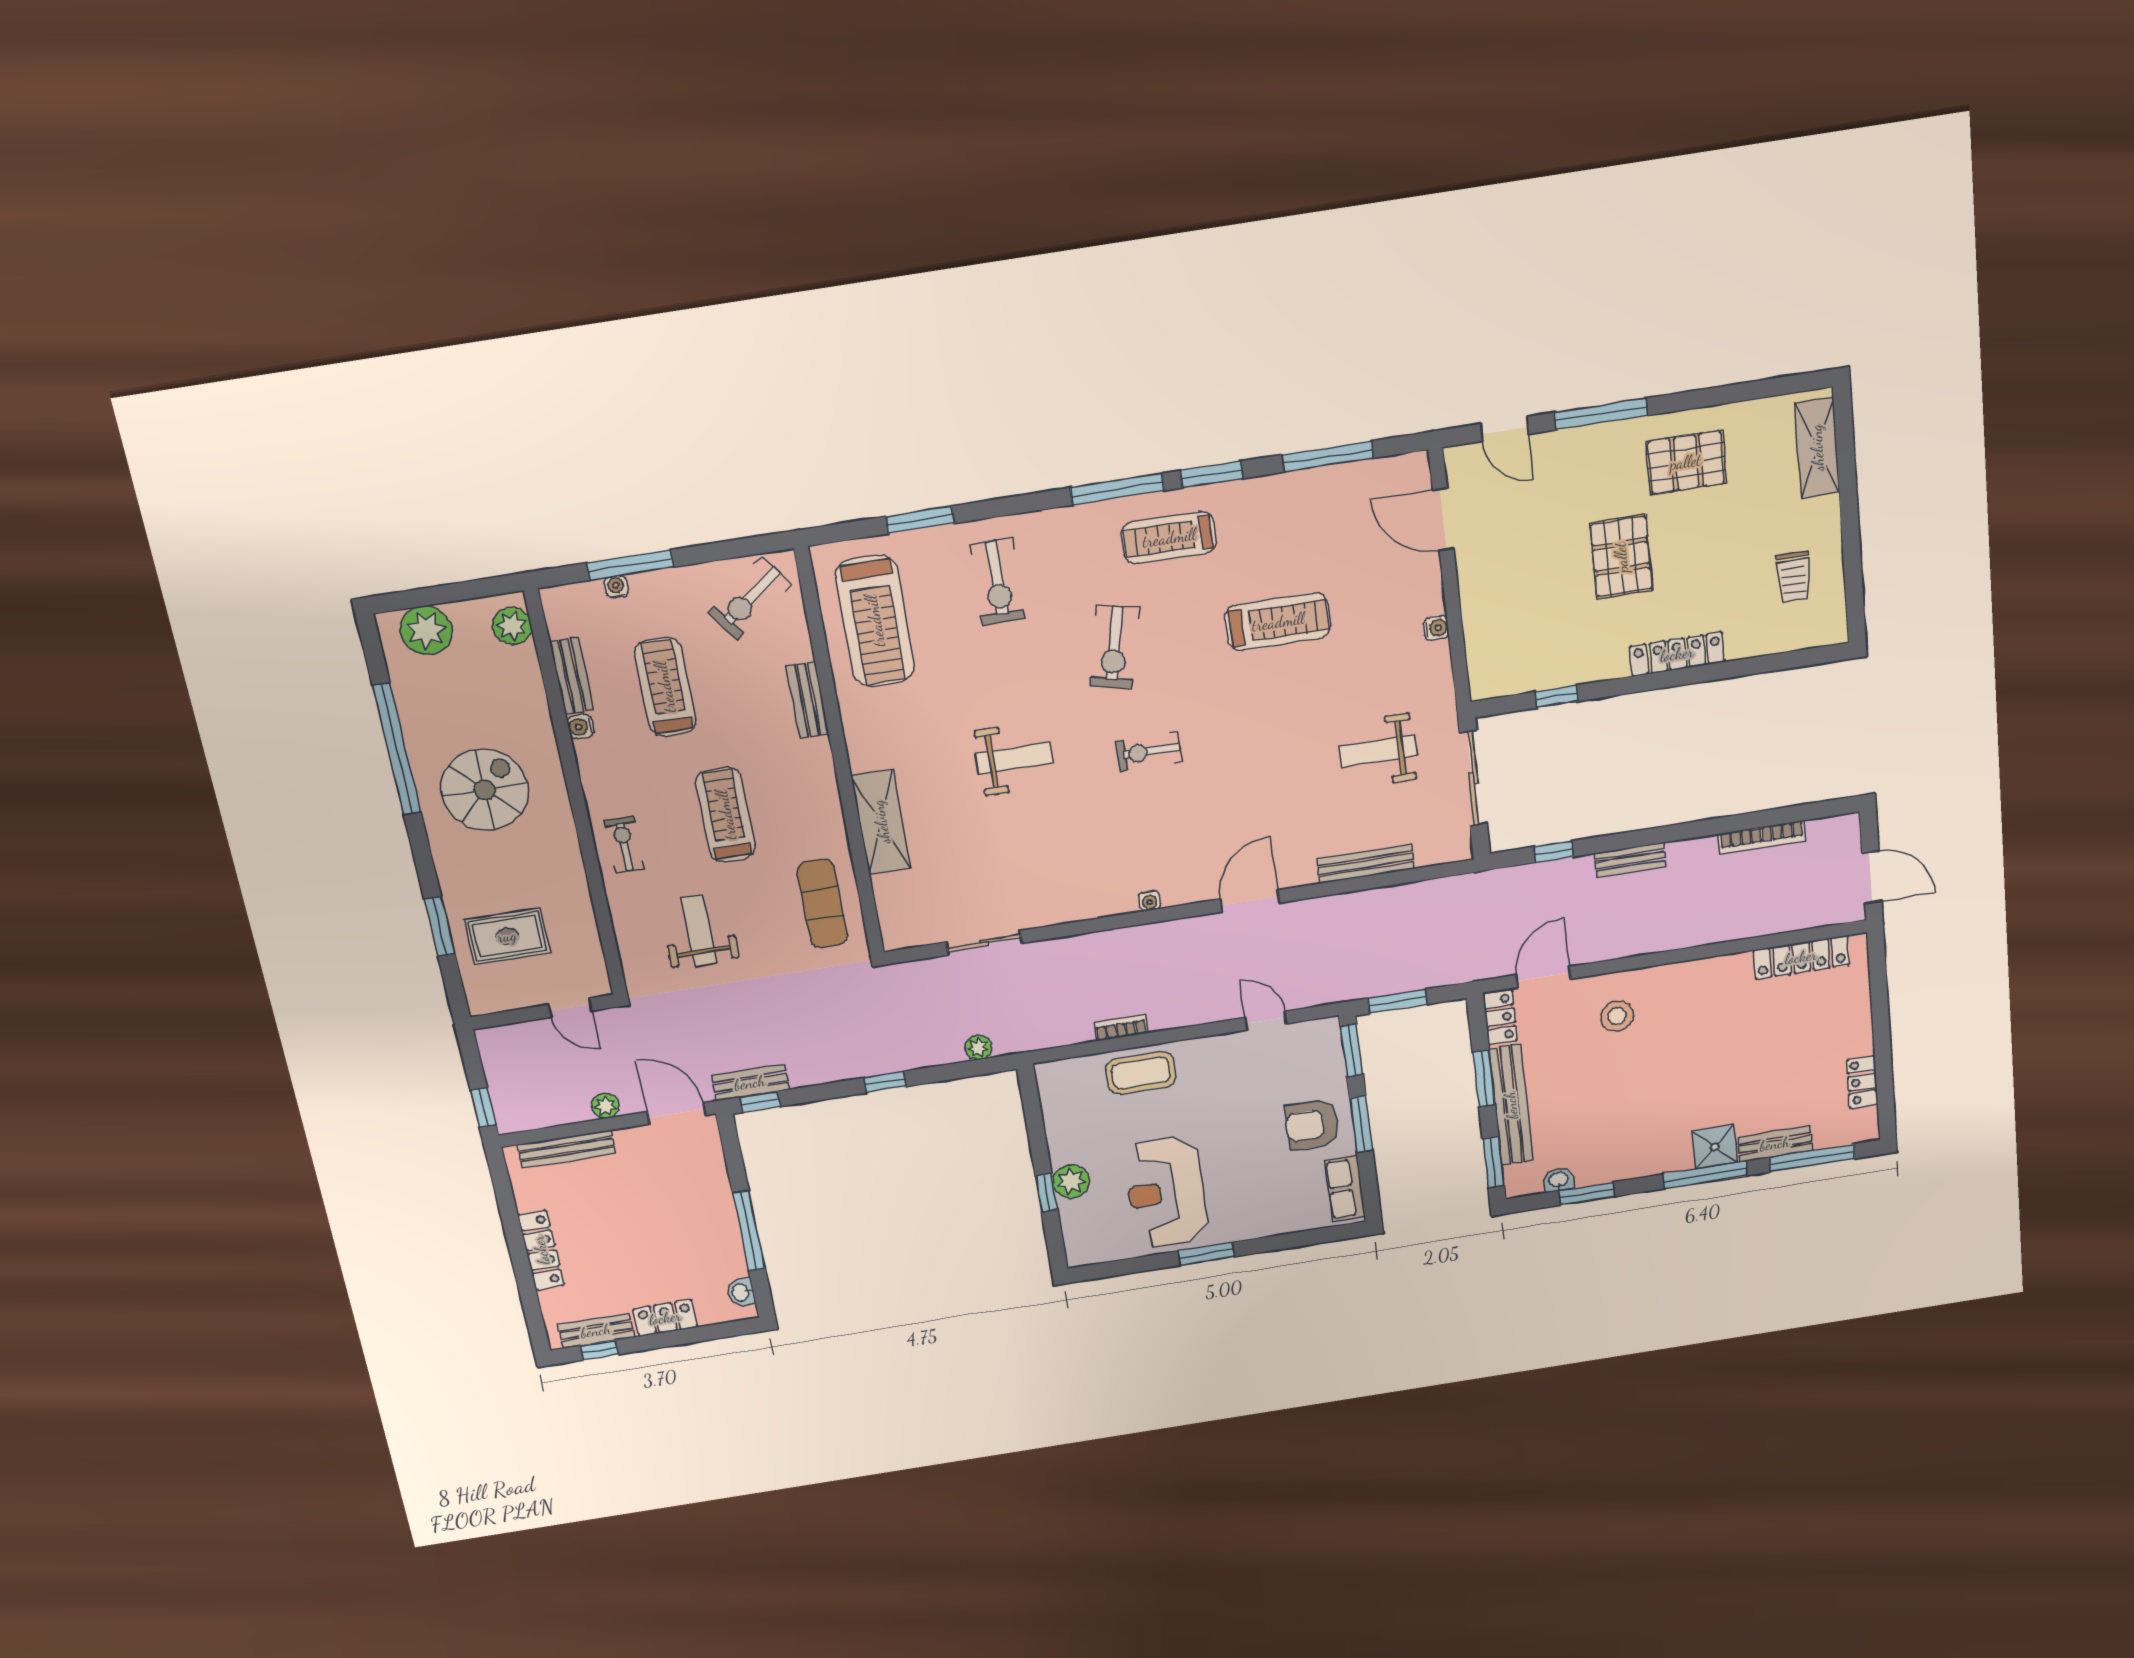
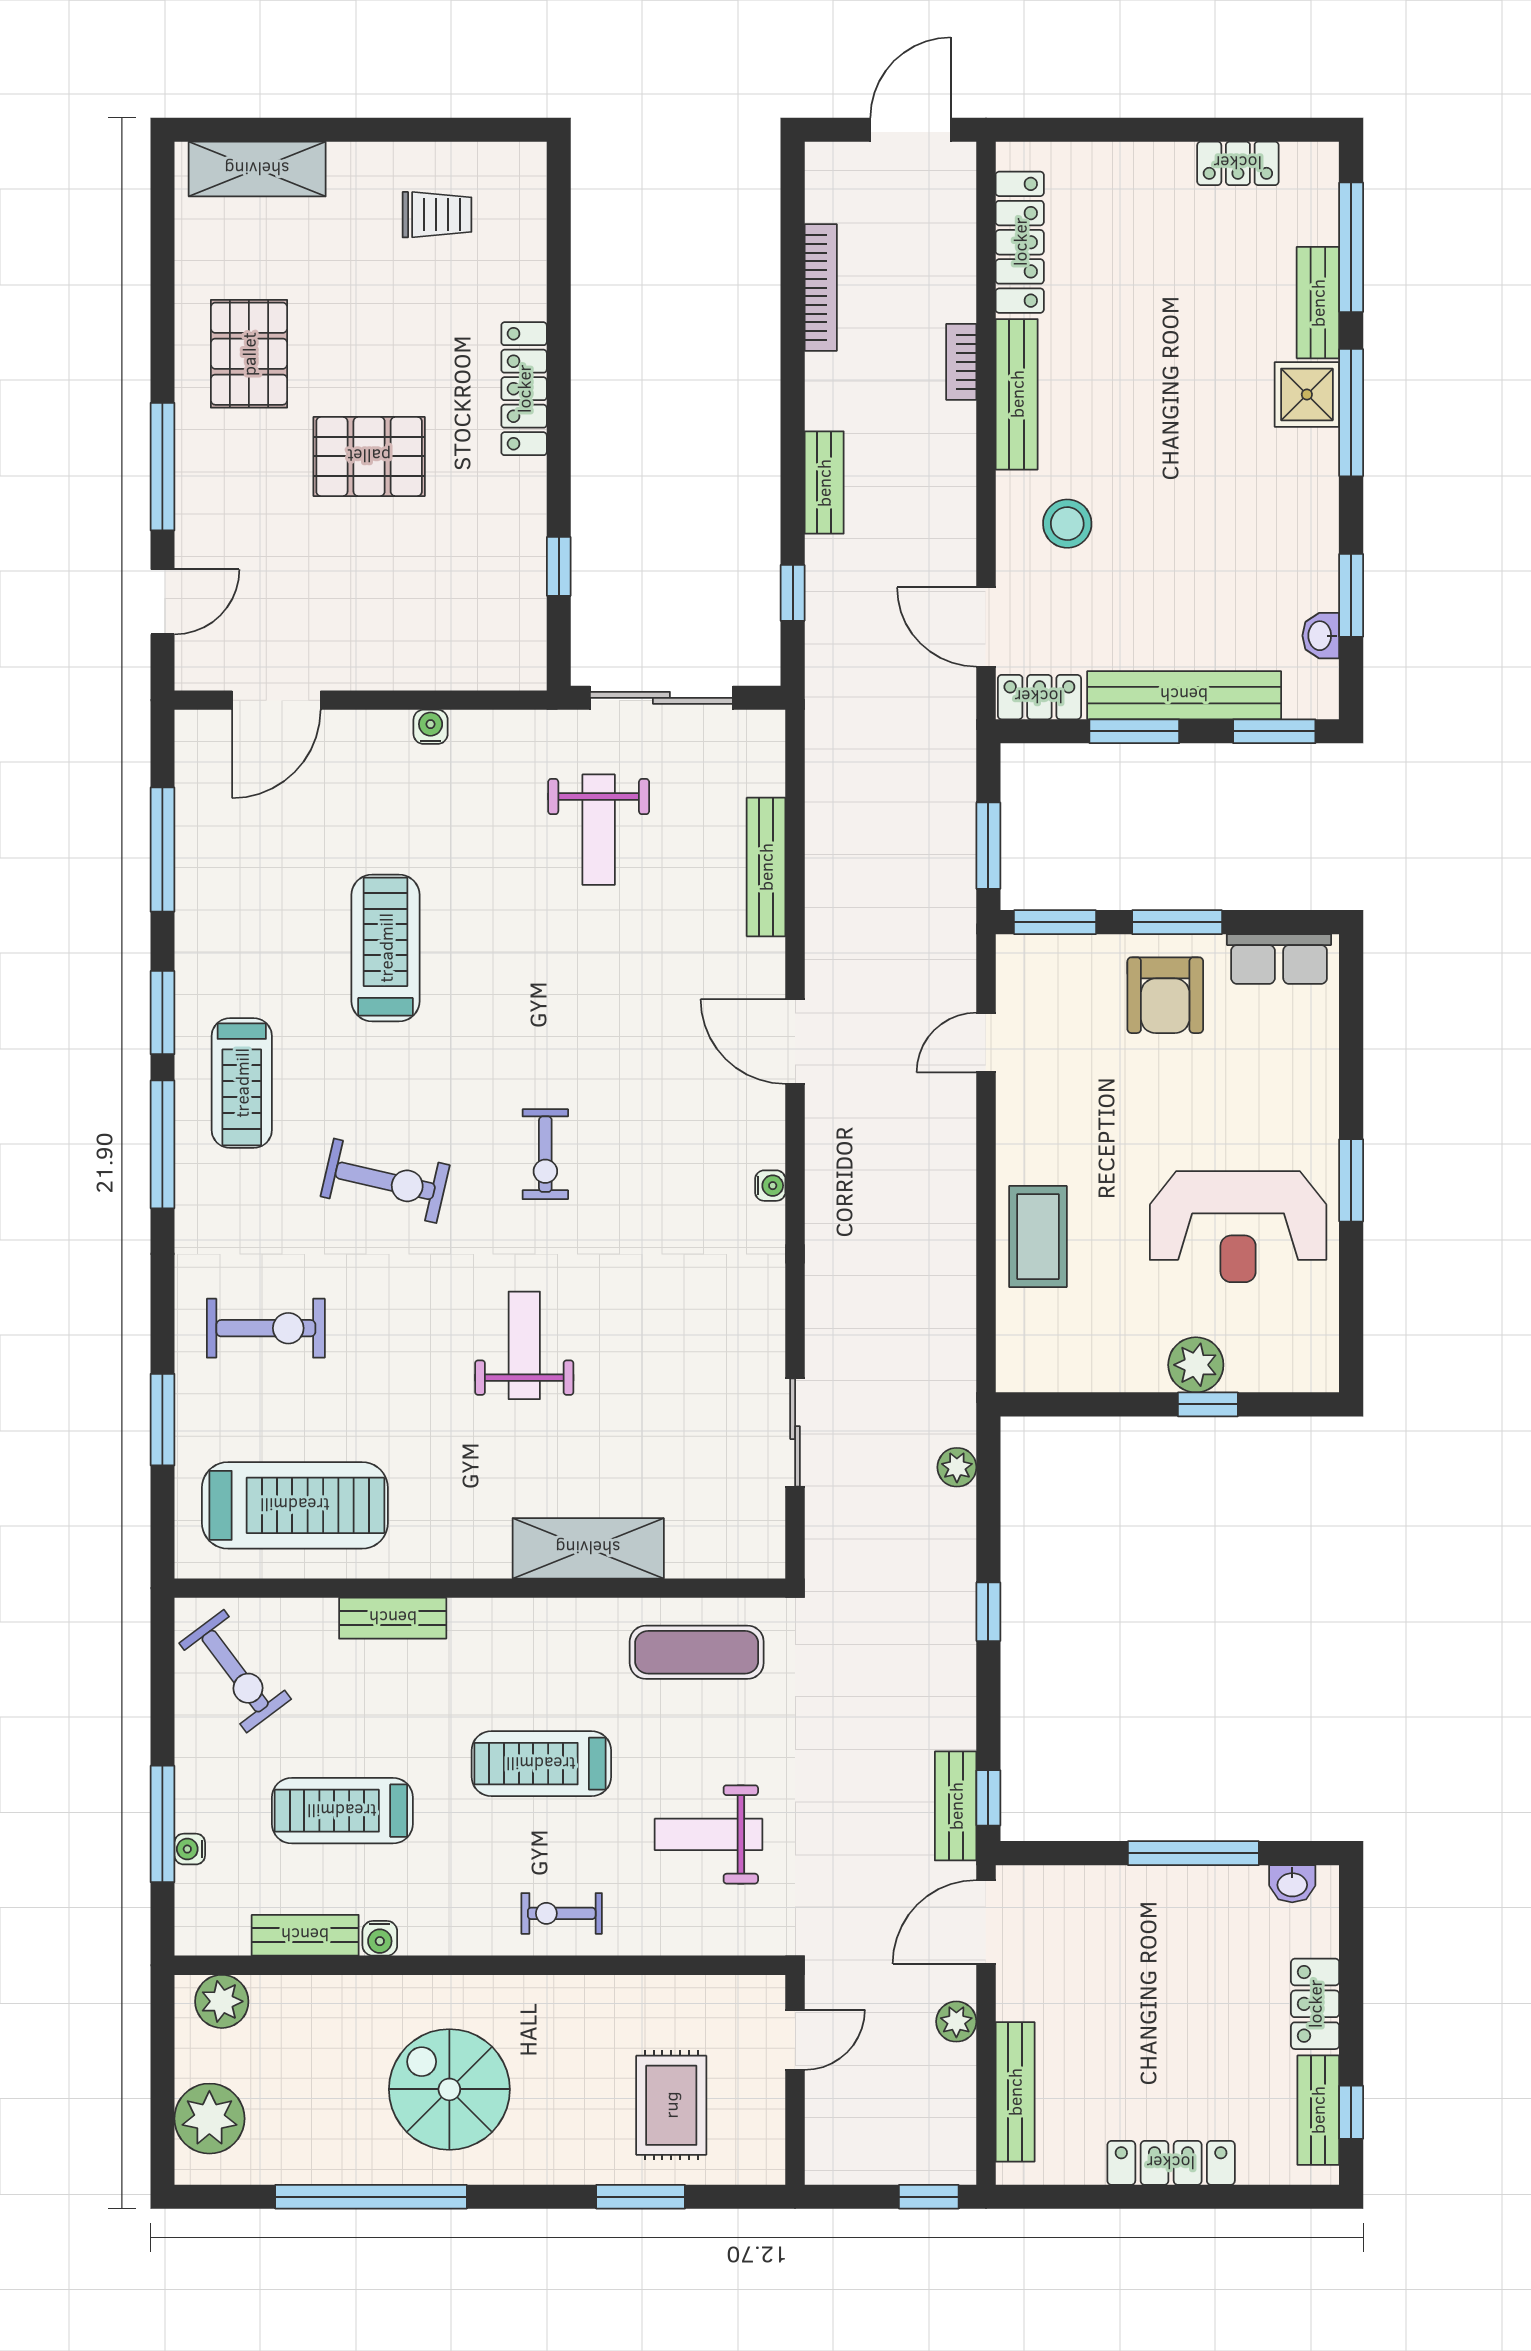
bench: (1700, 971) -> (1017, 394), added
bookcase: (1121, 1028) -> (961, 362), moved

